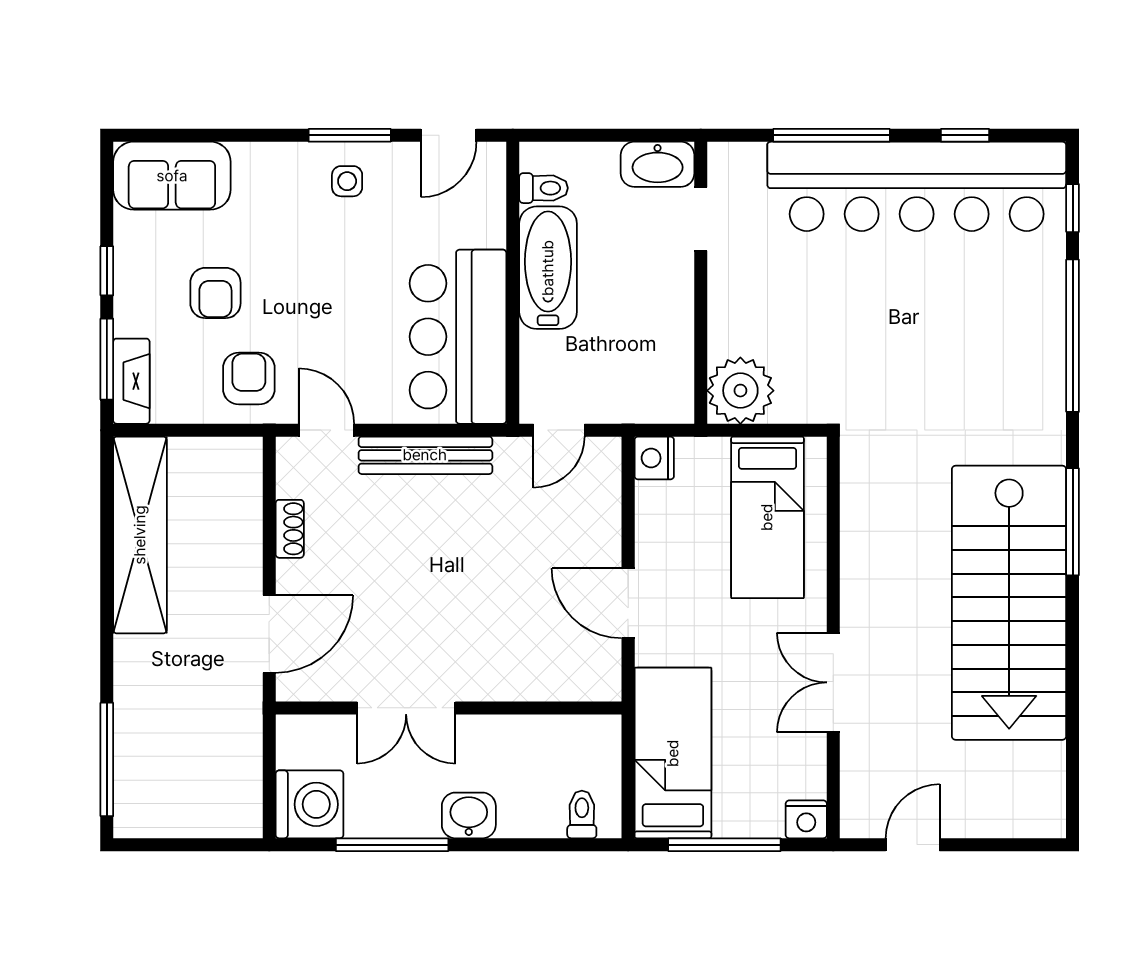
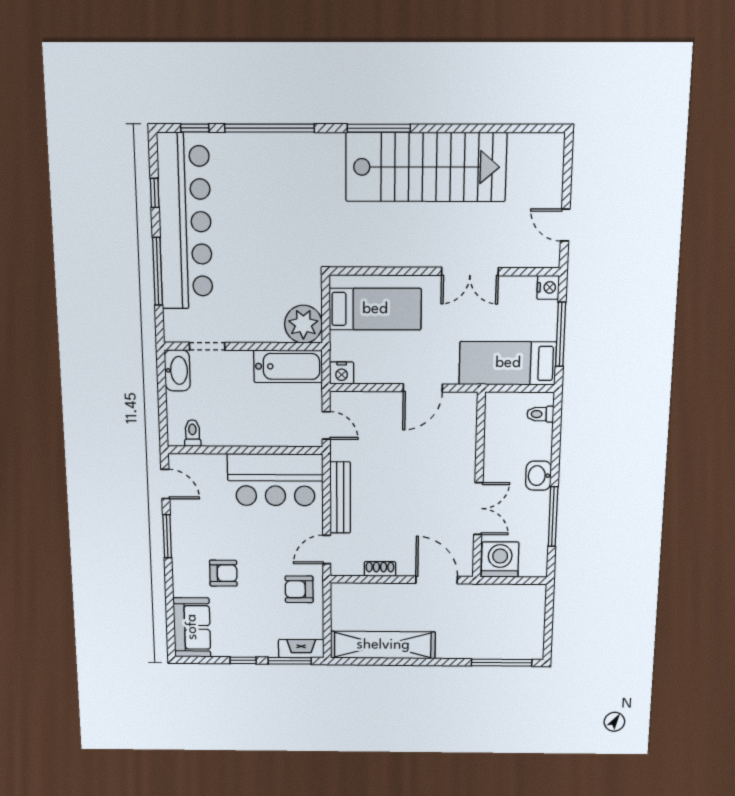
side table: (347, 181) -> (192, 538), removed
bathtub: (548, 268) -> (288, 366), moved, turned 180
armchair: (215, 293) -> (223, 573), moved
washing machine: (310, 804) -> (500, 560), moved

